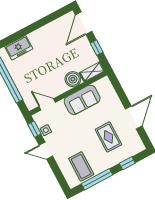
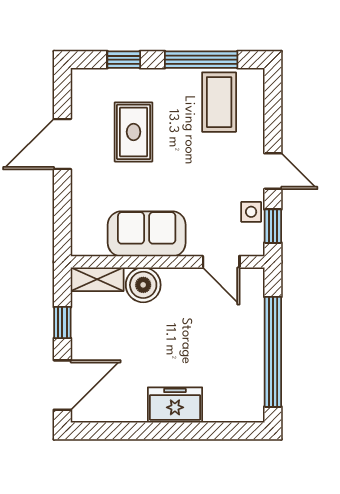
freezer: (19, 48) -> (175, 405), moved

